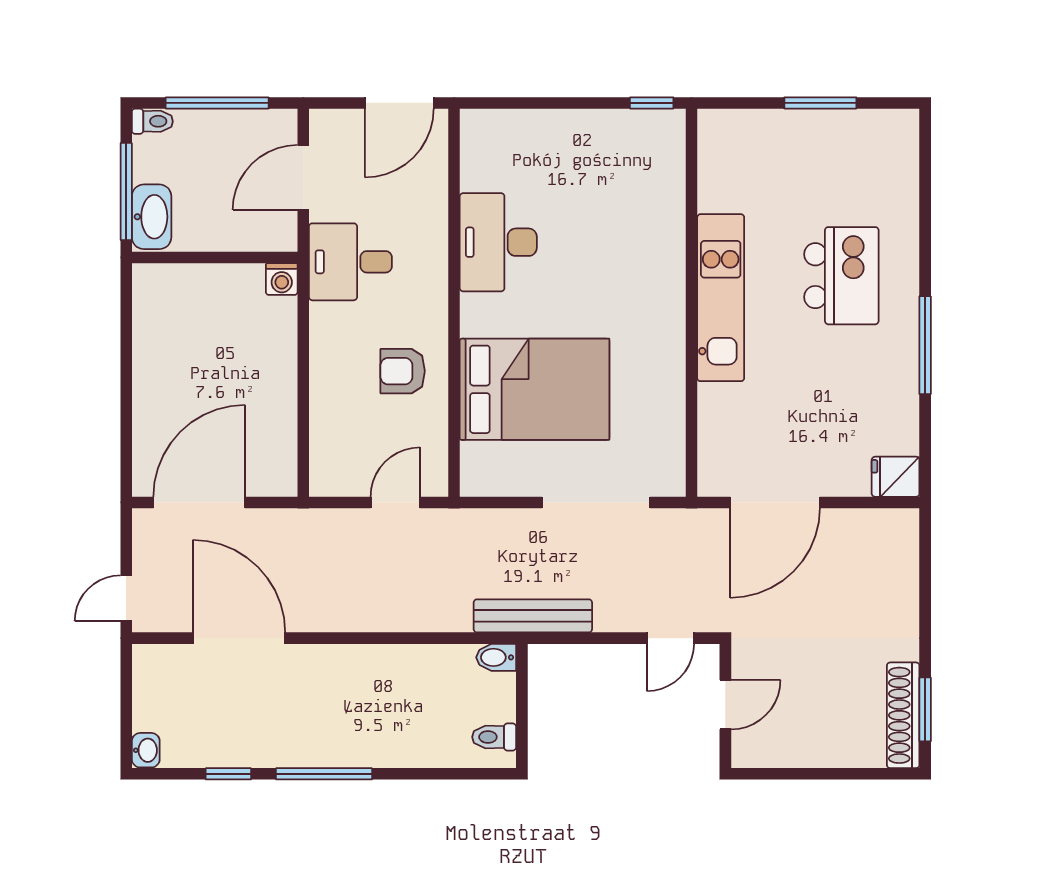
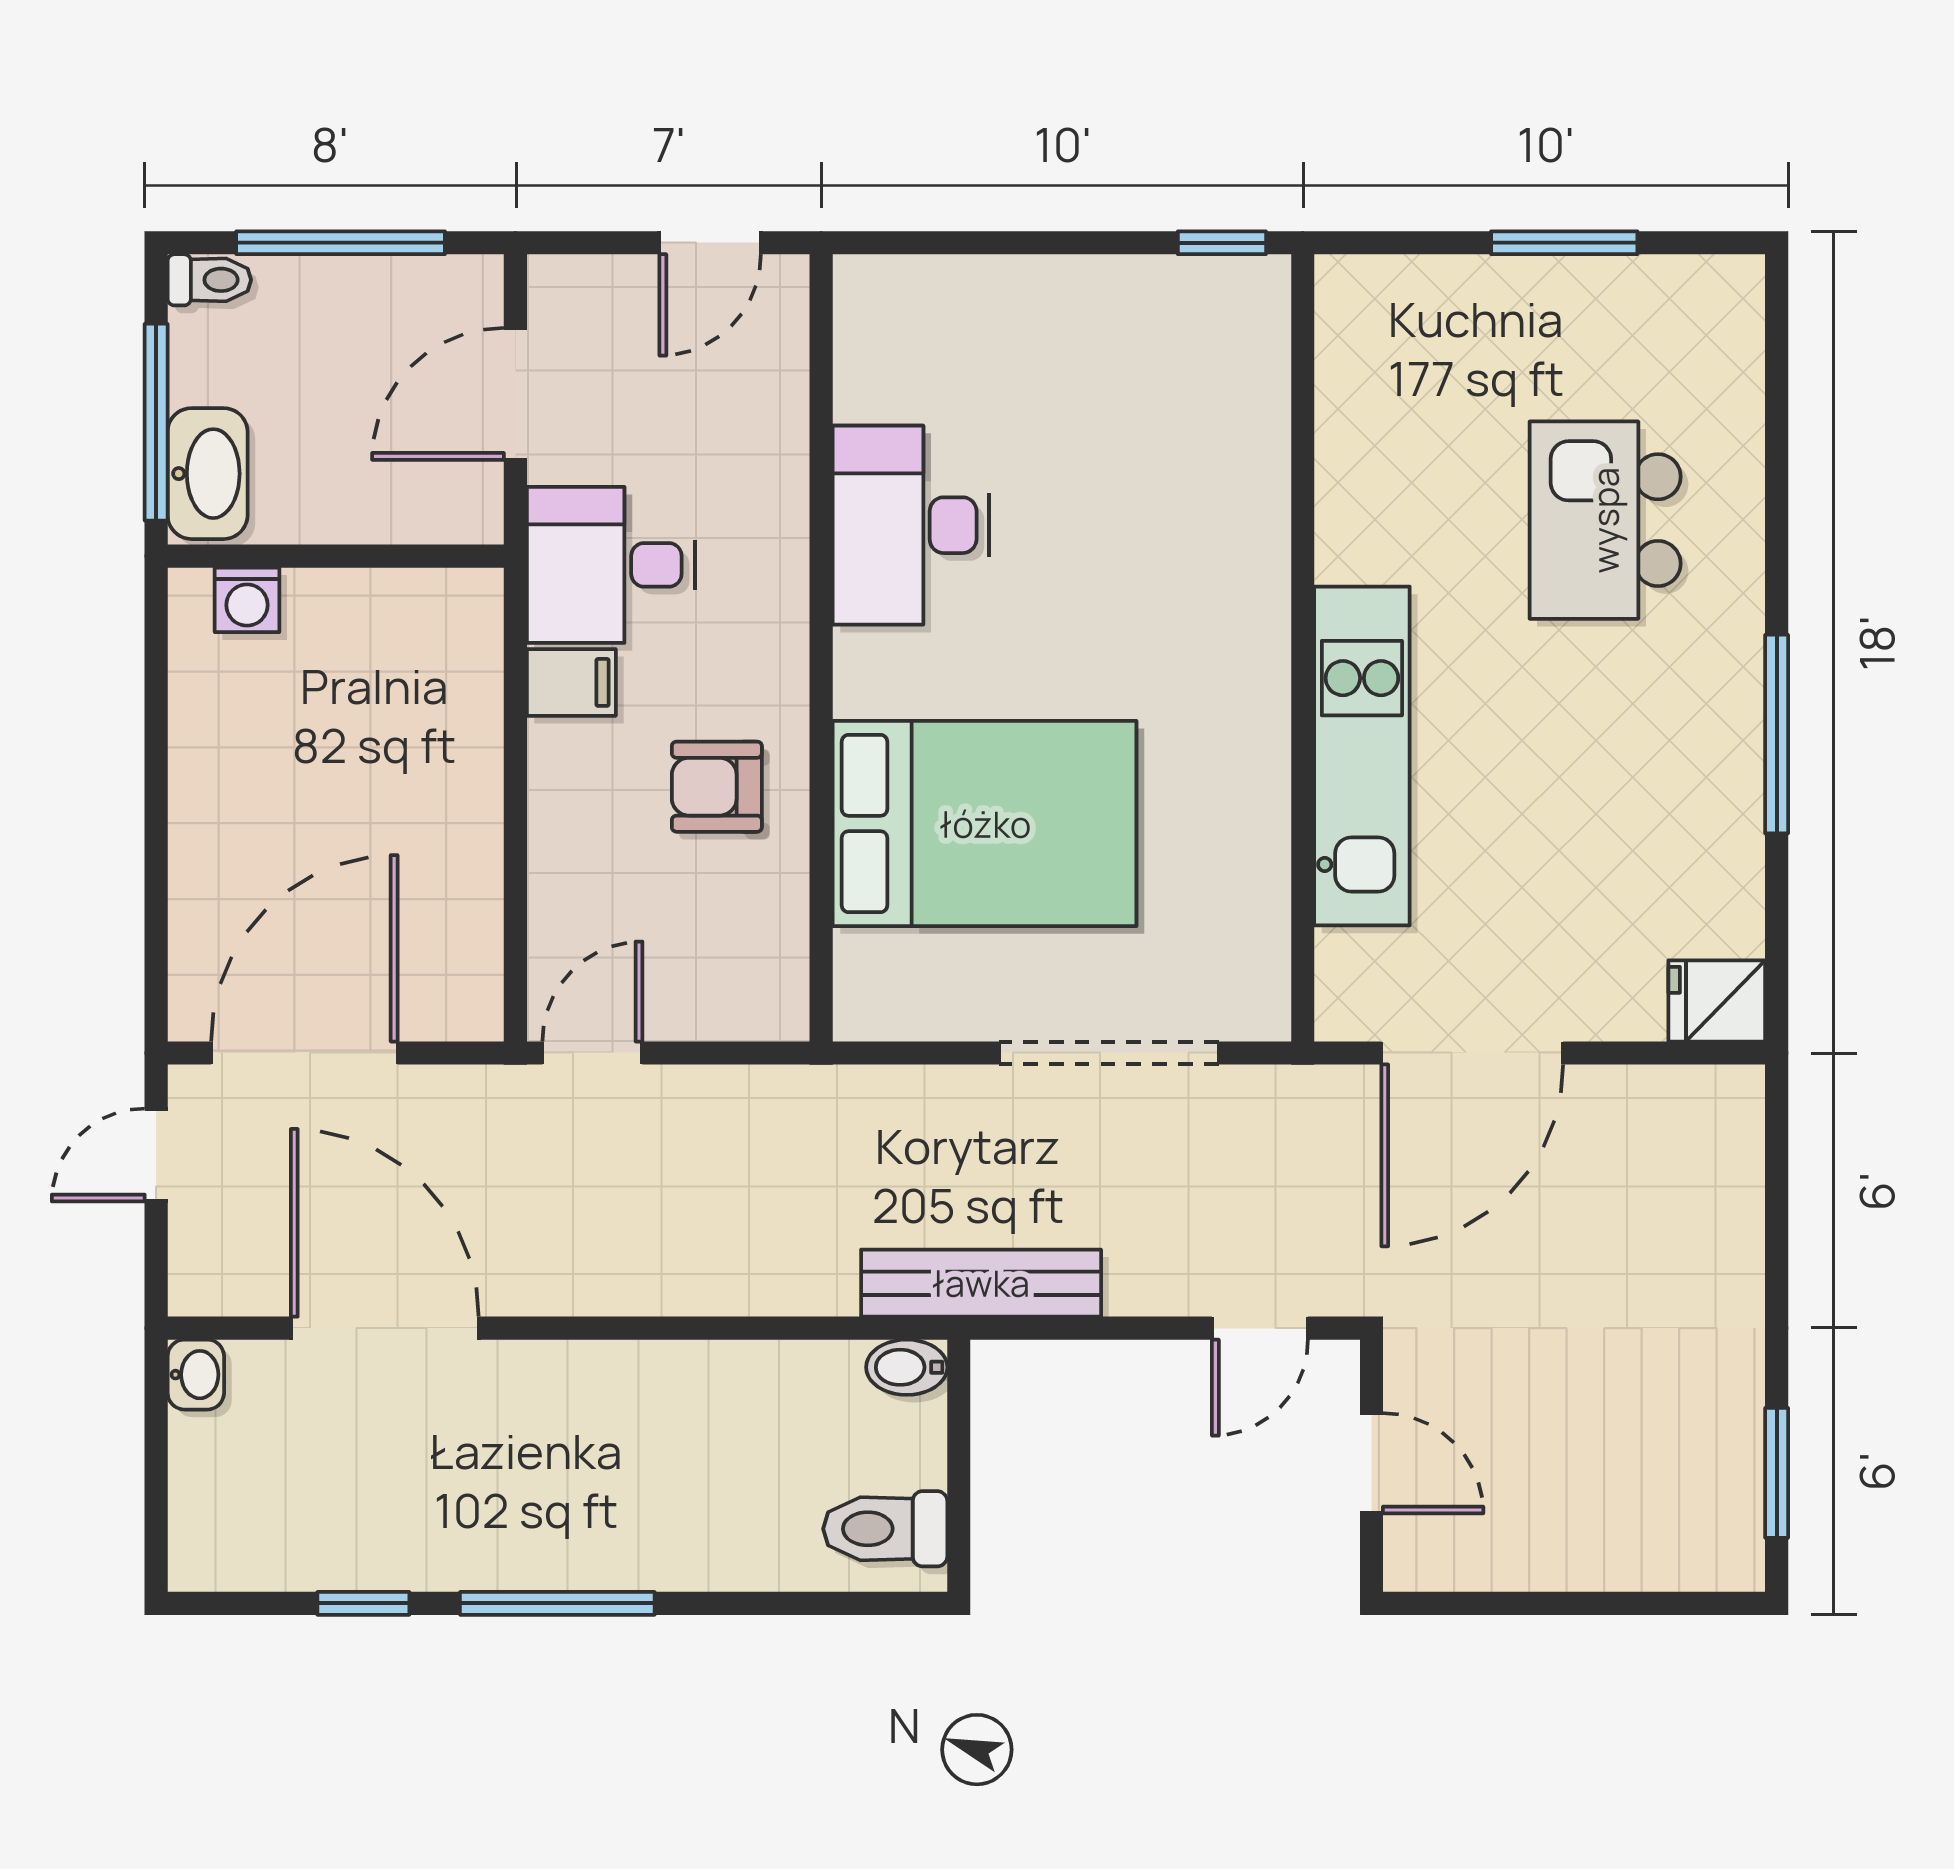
door: (399, 103) -> (710, 243), width x0.73
kitchen island: (841, 276) -> (1605, 520), moved, turned 180
washing machine: (282, 279) -> (247, 600), moved
kitchen unit: (721, 298) -> (1362, 756), moved
filing cabinet: (331, 320) -> (571, 682), added
door: (395, 502) -> (592, 1053), moved
door: (126, 598) -> (156, 1155), moved
door: (725, 705) -> (1372, 1463), hinge flipped
shoe rack: (903, 715) -> (1732, 1485), removed
toilet: (494, 737) -> (885, 1529), width x1.37, depth x1.39
washbasin: (146, 750) -> (196, 1375), moved

